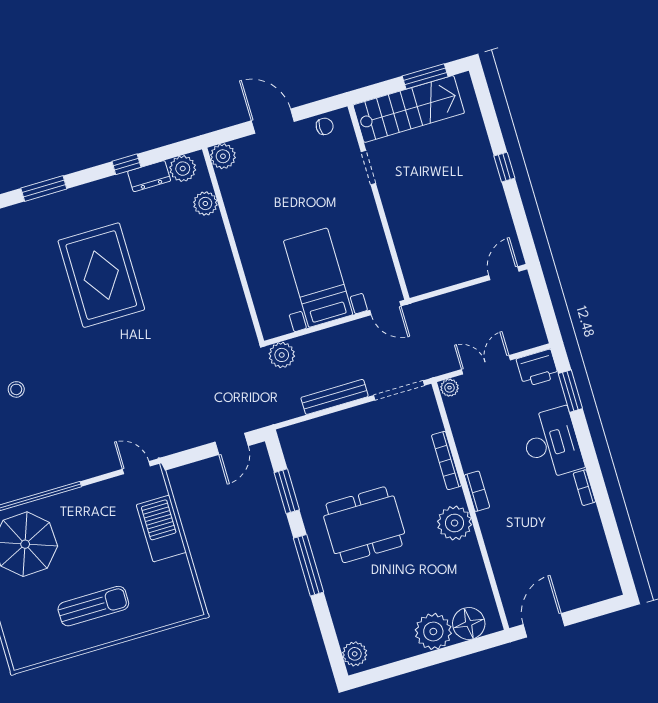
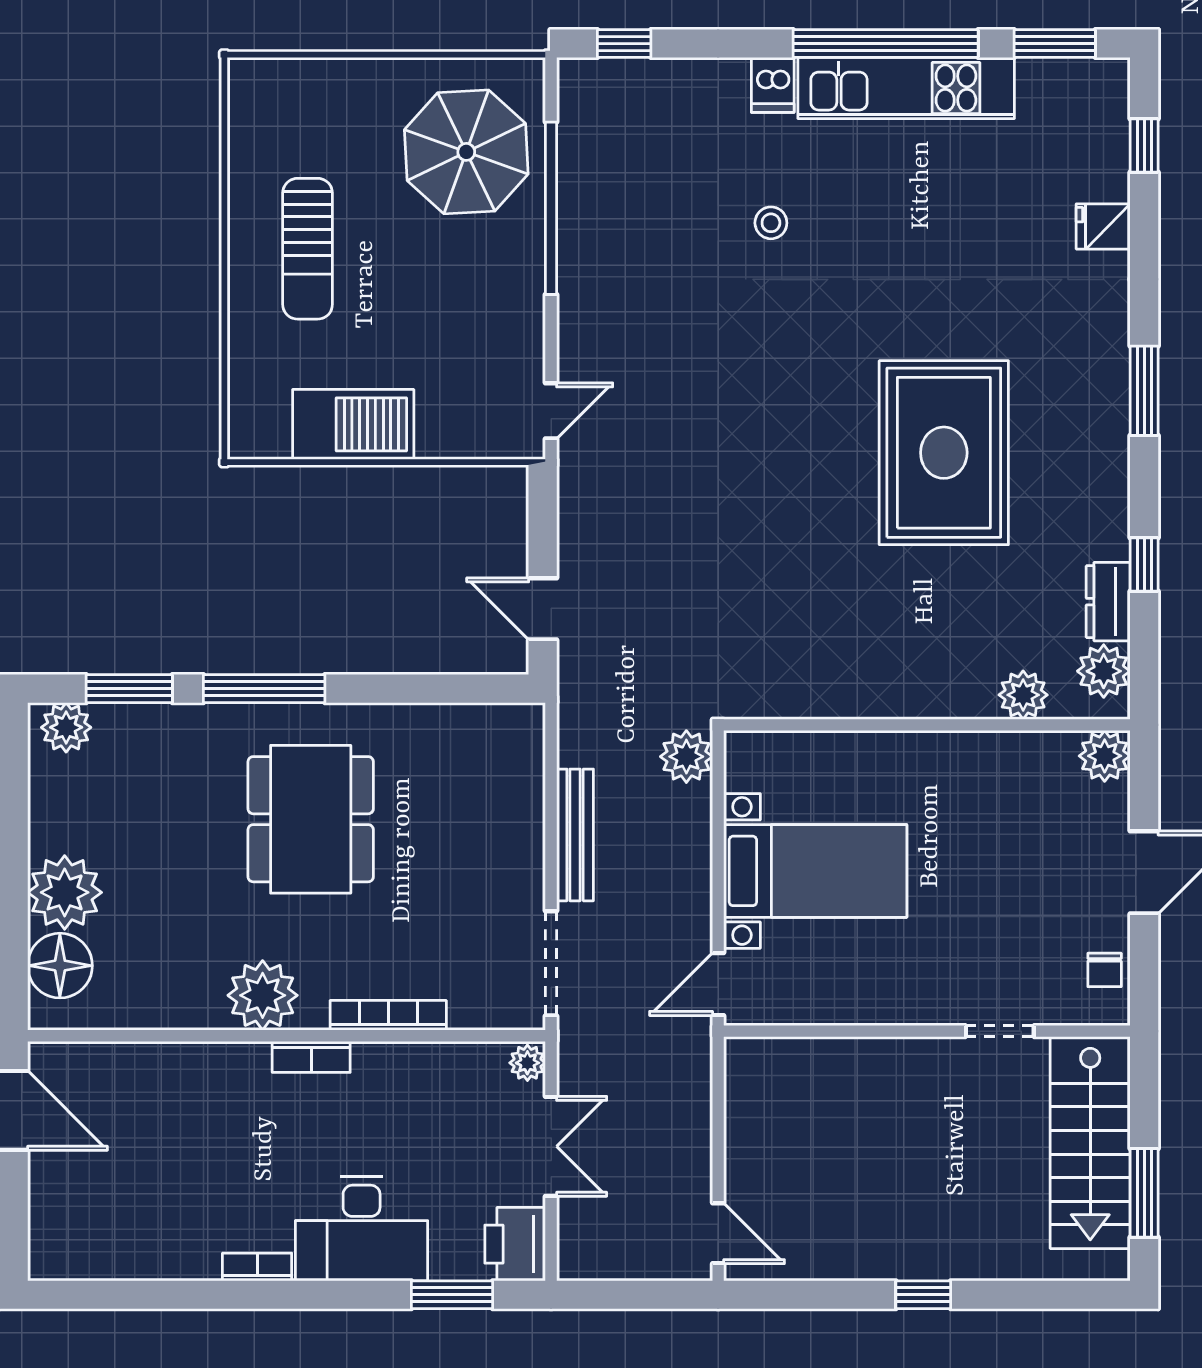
rug: (101, 275) -> (944, 453), turned 90
window: (287, 491) -> (129, 689), moved
barbecue: (161, 529) -> (353, 424), moved

